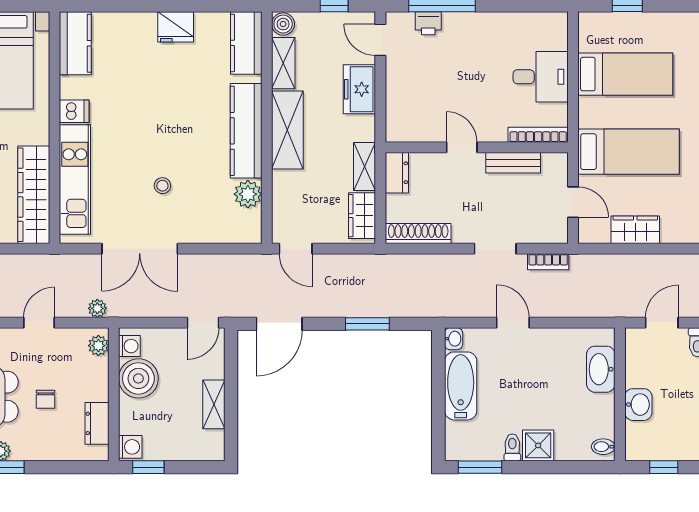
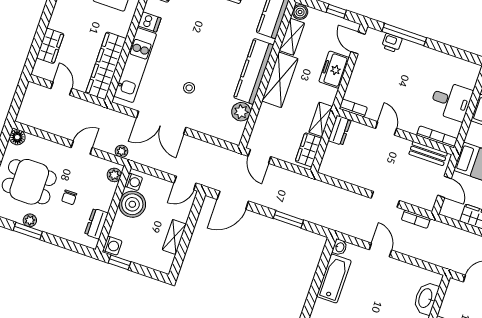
bookcase: (405, 134) -> (353, 108), added
bench: (513, 163) -> (428, 154), moved
shoe rack: (418, 234) -> (340, 173), removed

